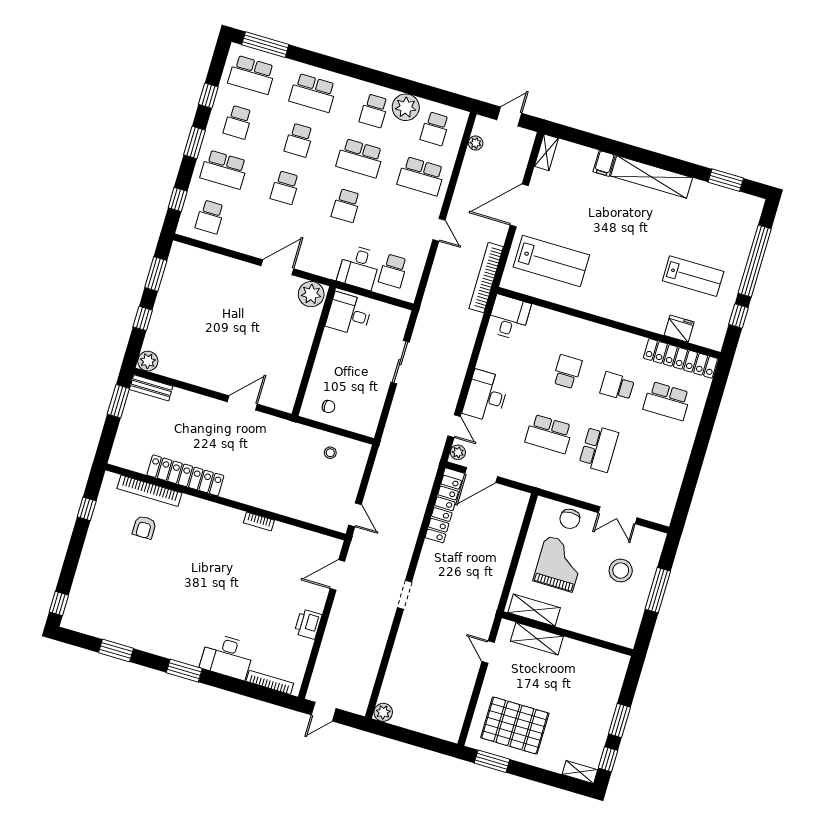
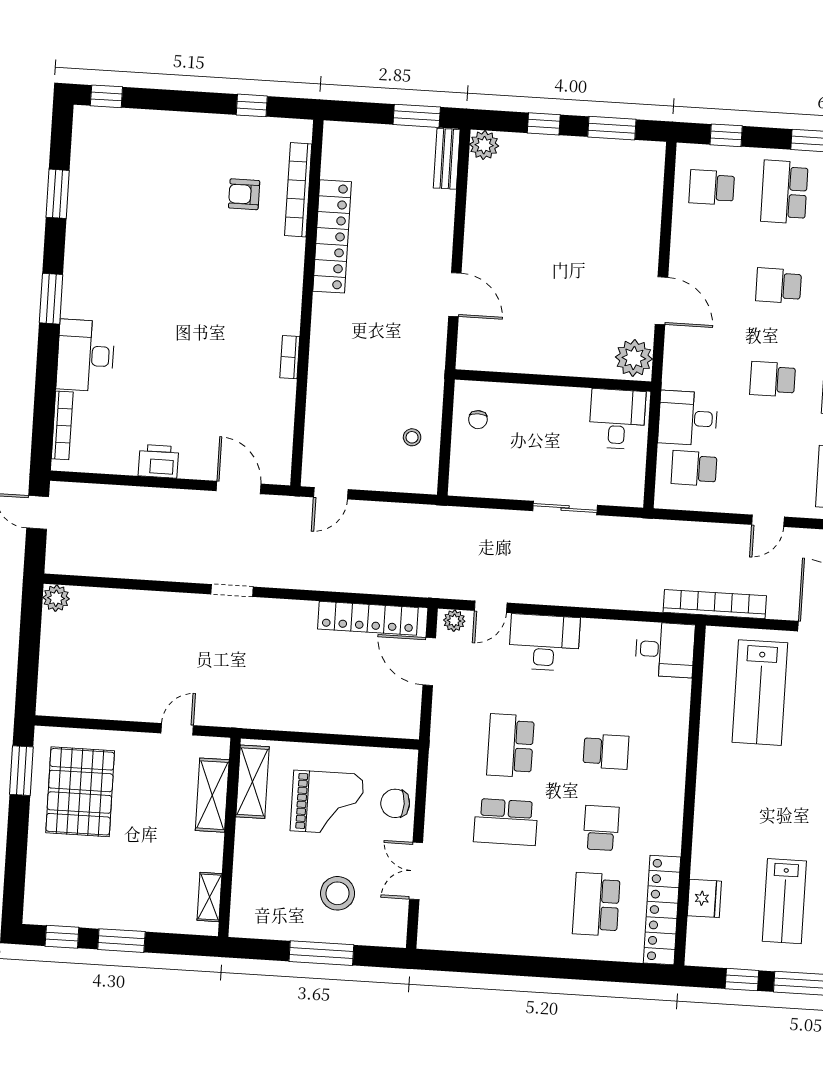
shelving: (580, 772) -> (209, 897), moved

